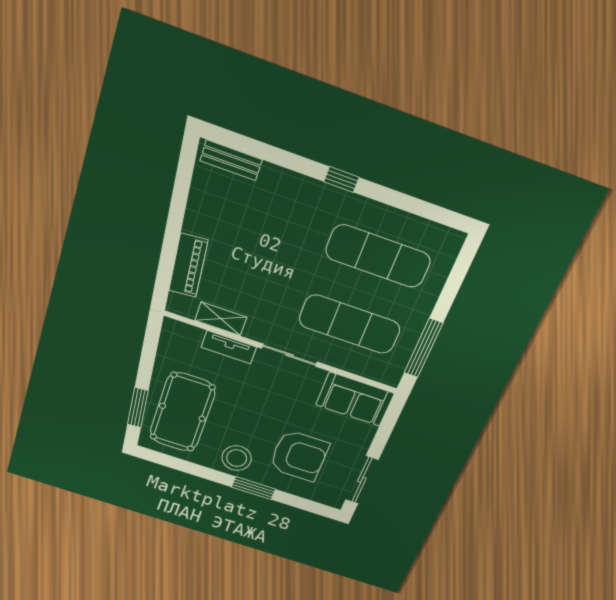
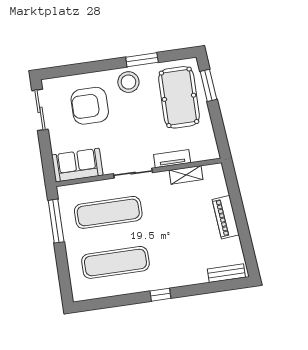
piano: (188, 265) -> (226, 217), moved
window: (254, 488) -> (142, 60), moved

